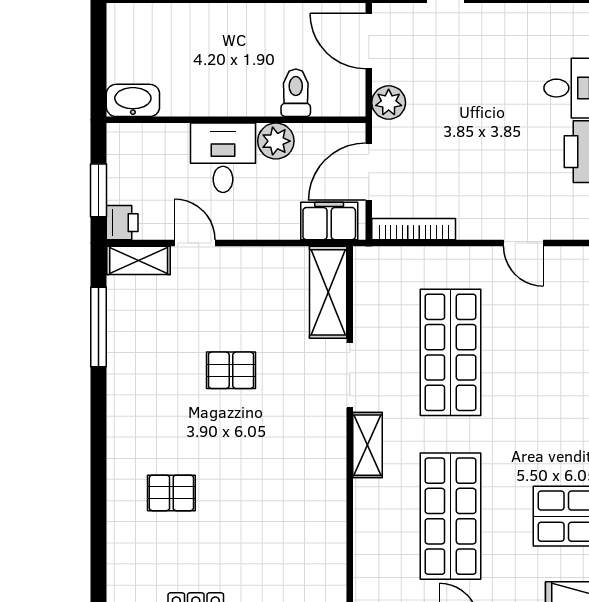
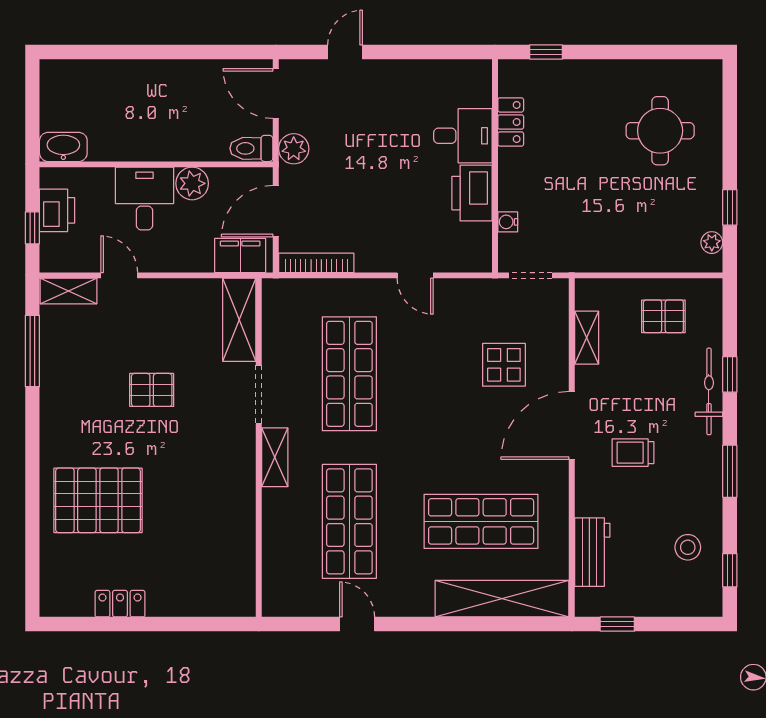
toilet: (296, 93) -> (251, 148), moved, turned -90
window: (99, 190) -> (32, 228), width x0.67
printer: (122, 223) -> (57, 210), moved, width x1.36, depth x1.24
pallet: (171, 493) -> (98, 500), width x2.05, depth x2.00

